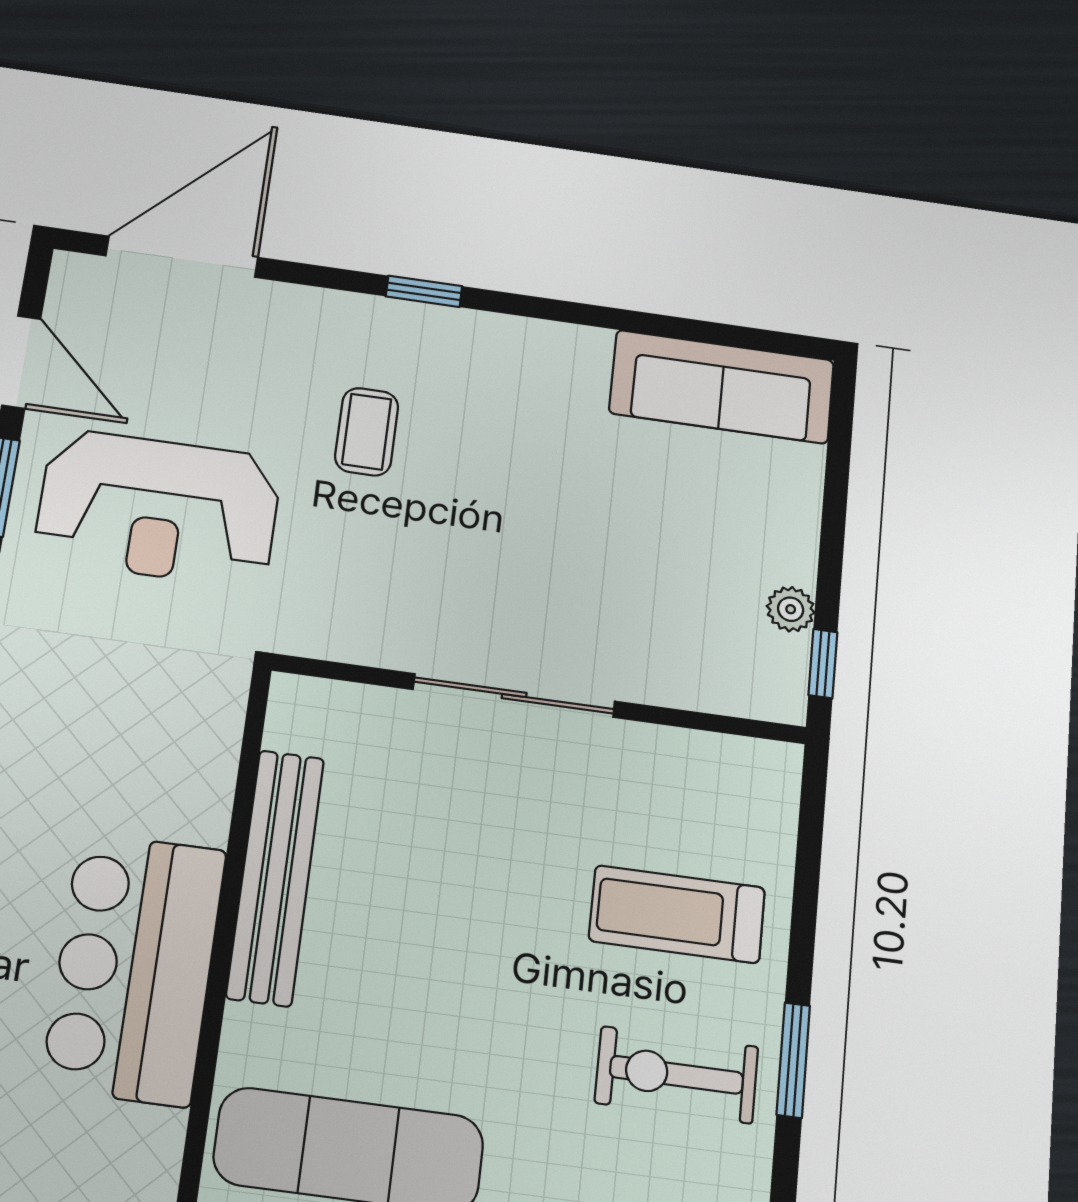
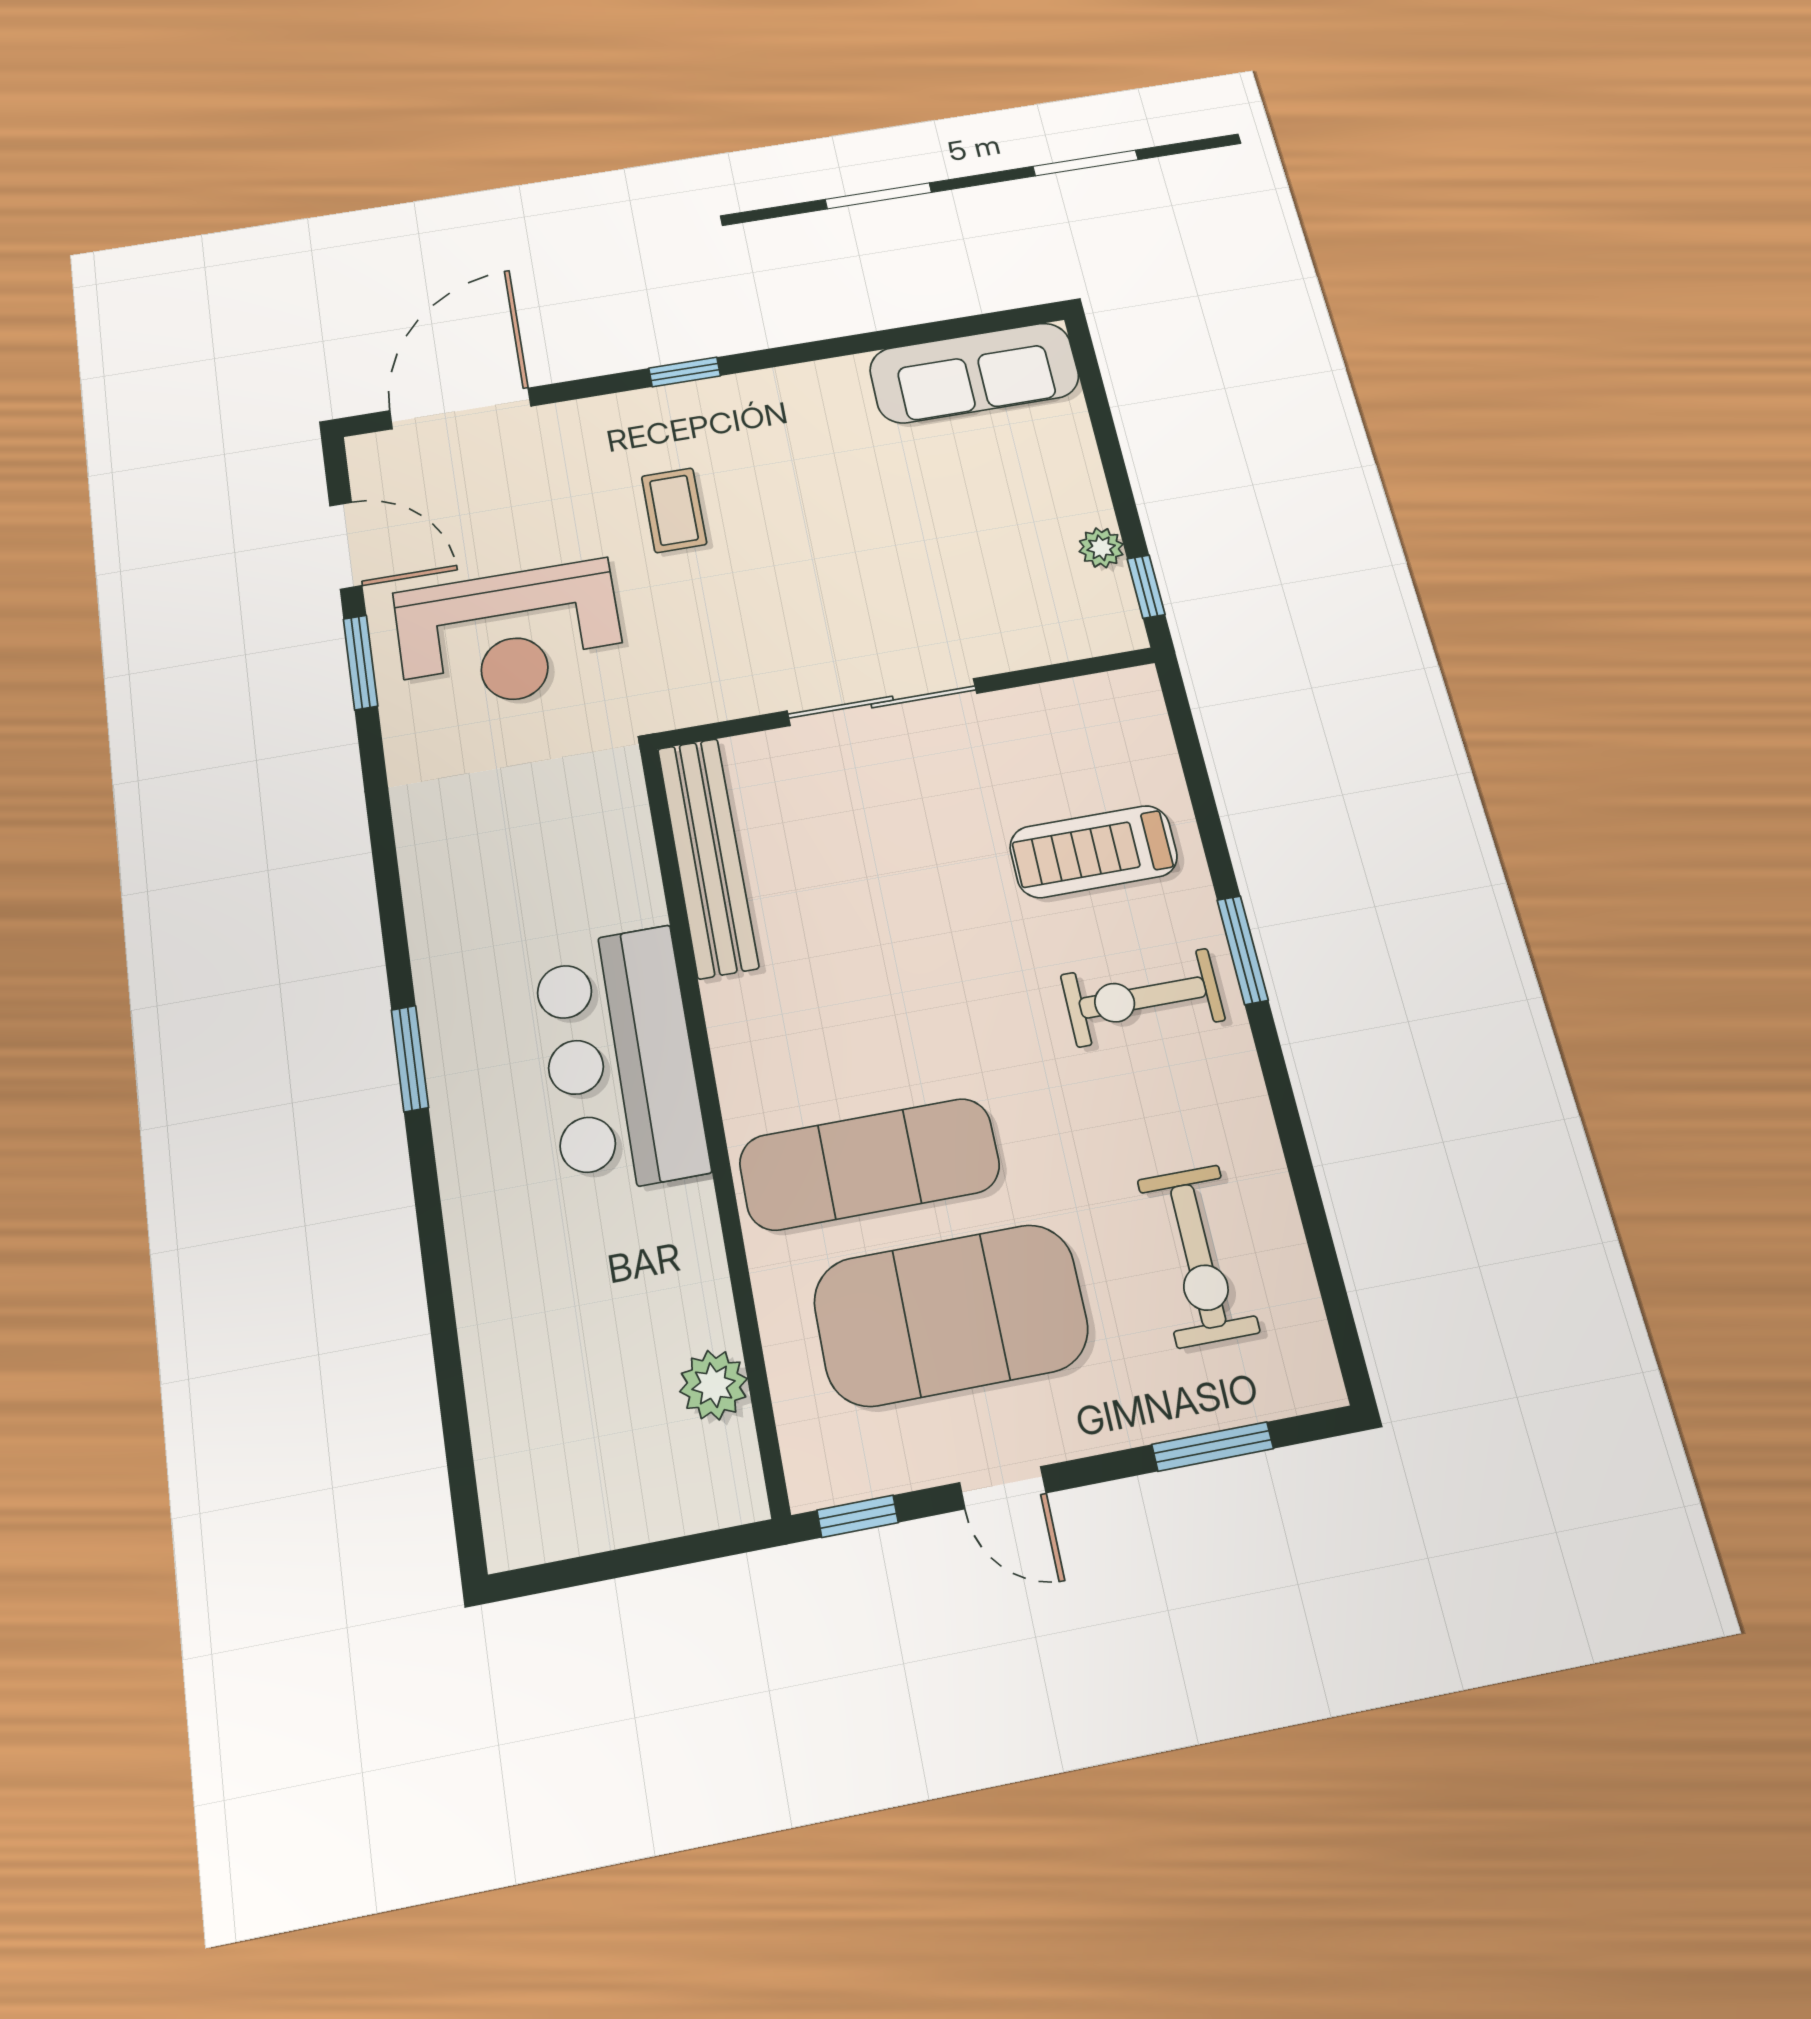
bench: (275, 877) -> (708, 857), moved

